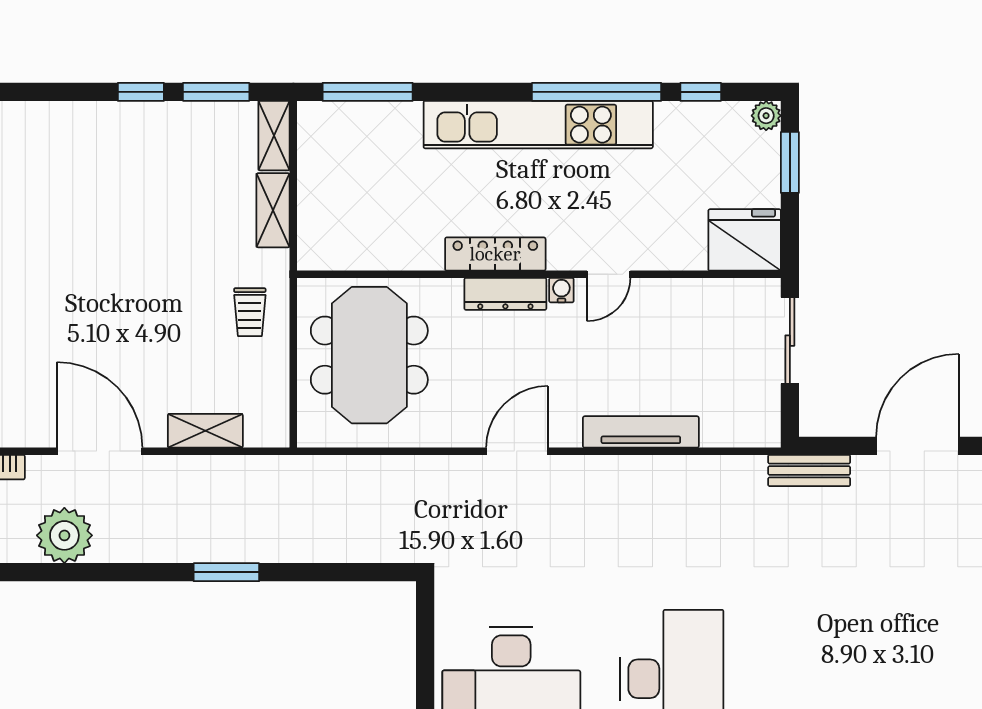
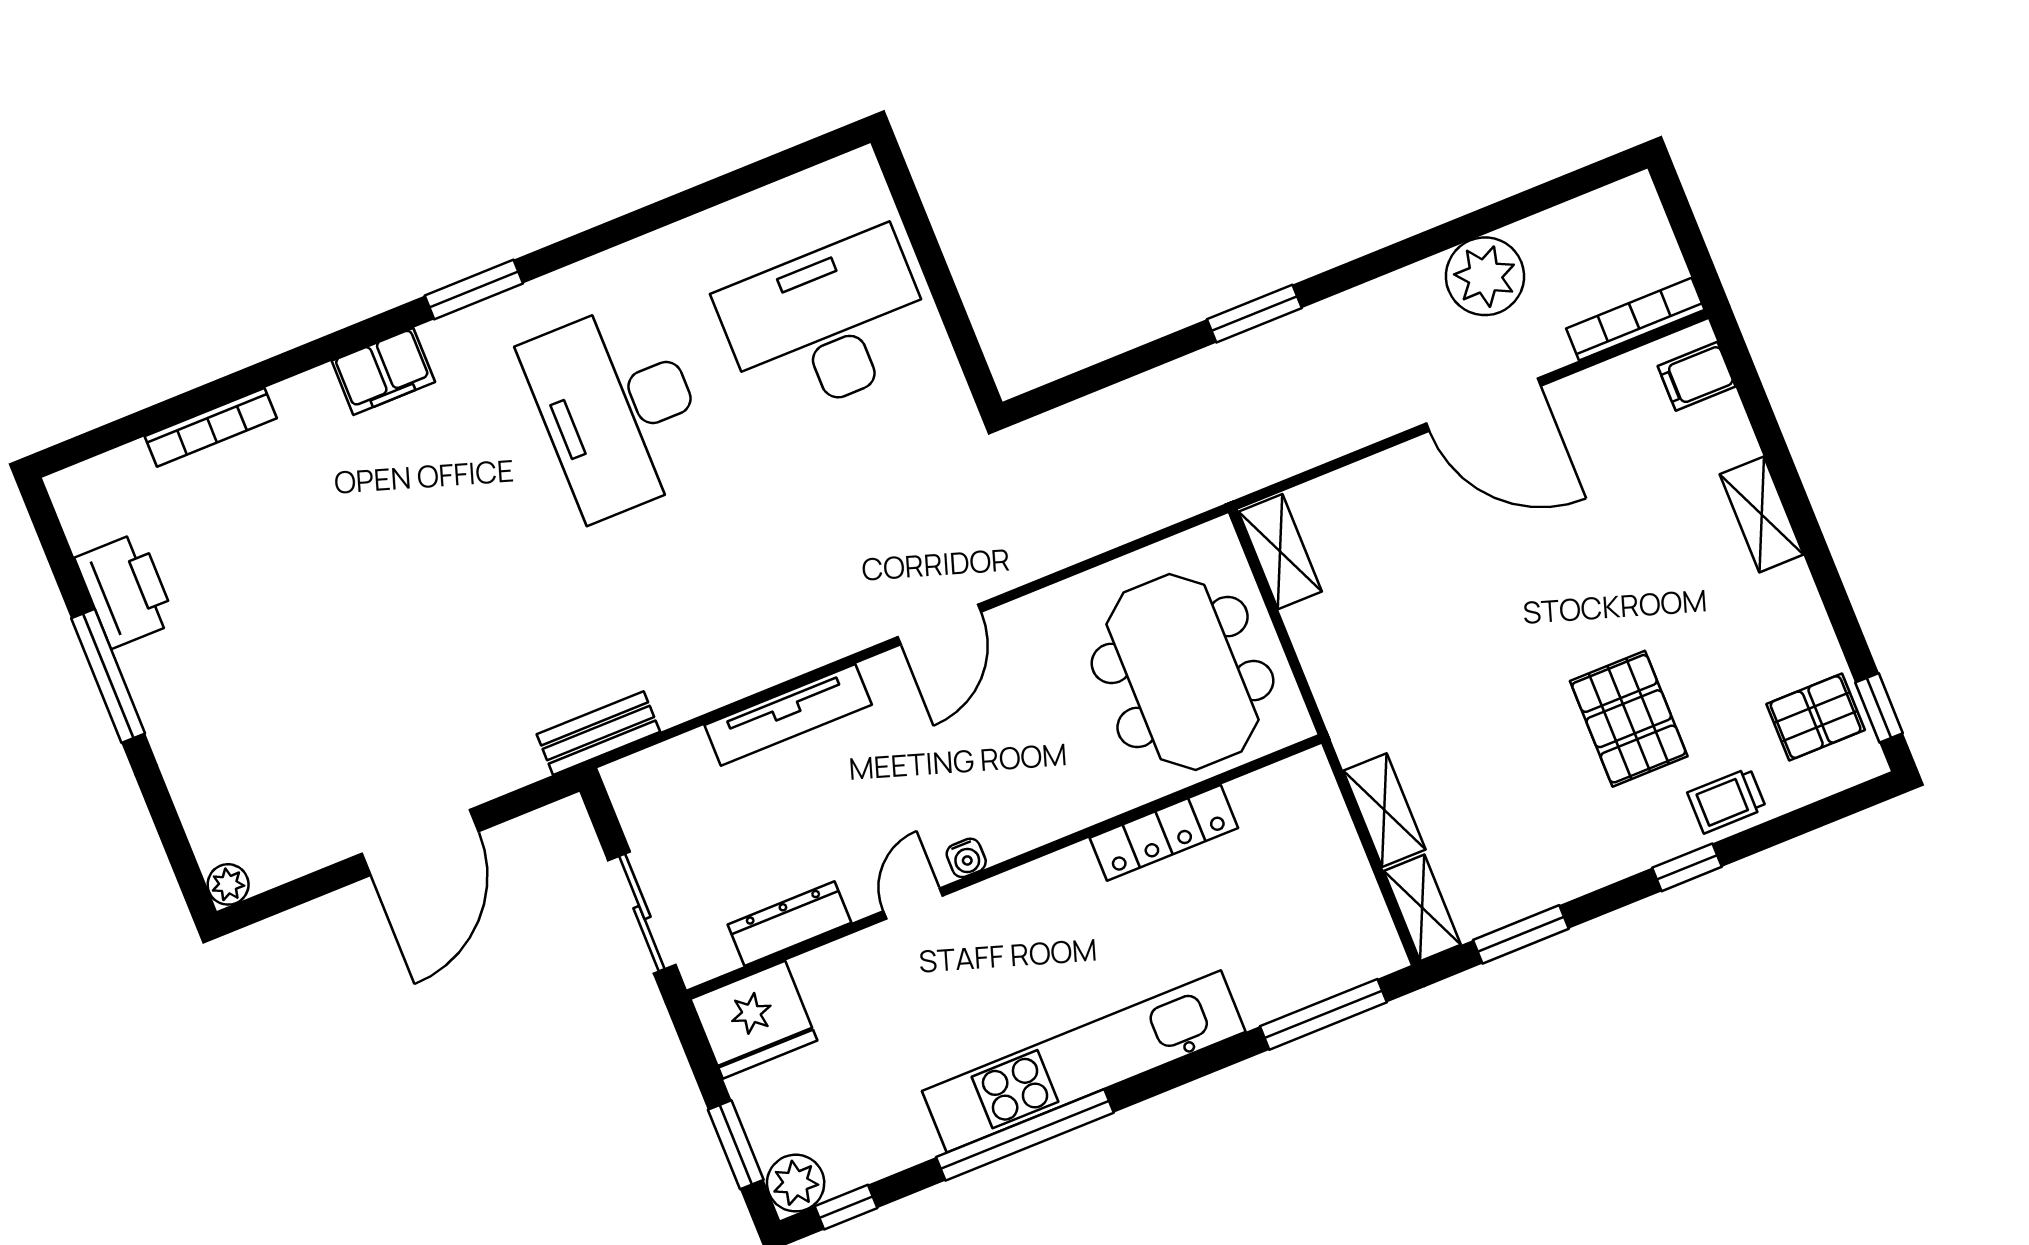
window: (141, 92) -> (1687, 867), moved
window: (701, 92) -> (846, 1207), moved
plant: (766, 116) -> (796, 1183), width x1.38, depth x1.38
pallet: (87, 205) -> (1629, 719), added
locker: (495, 254) -> (1164, 833), moved
dresser: (505, 294) -> (789, 924), moved
trolley: (250, 312) -> (1727, 801), moved, turned -90
shelving: (205, 431) -> (1280, 552), moved, turned 90
bench: (809, 471) -> (598, 733), moved

